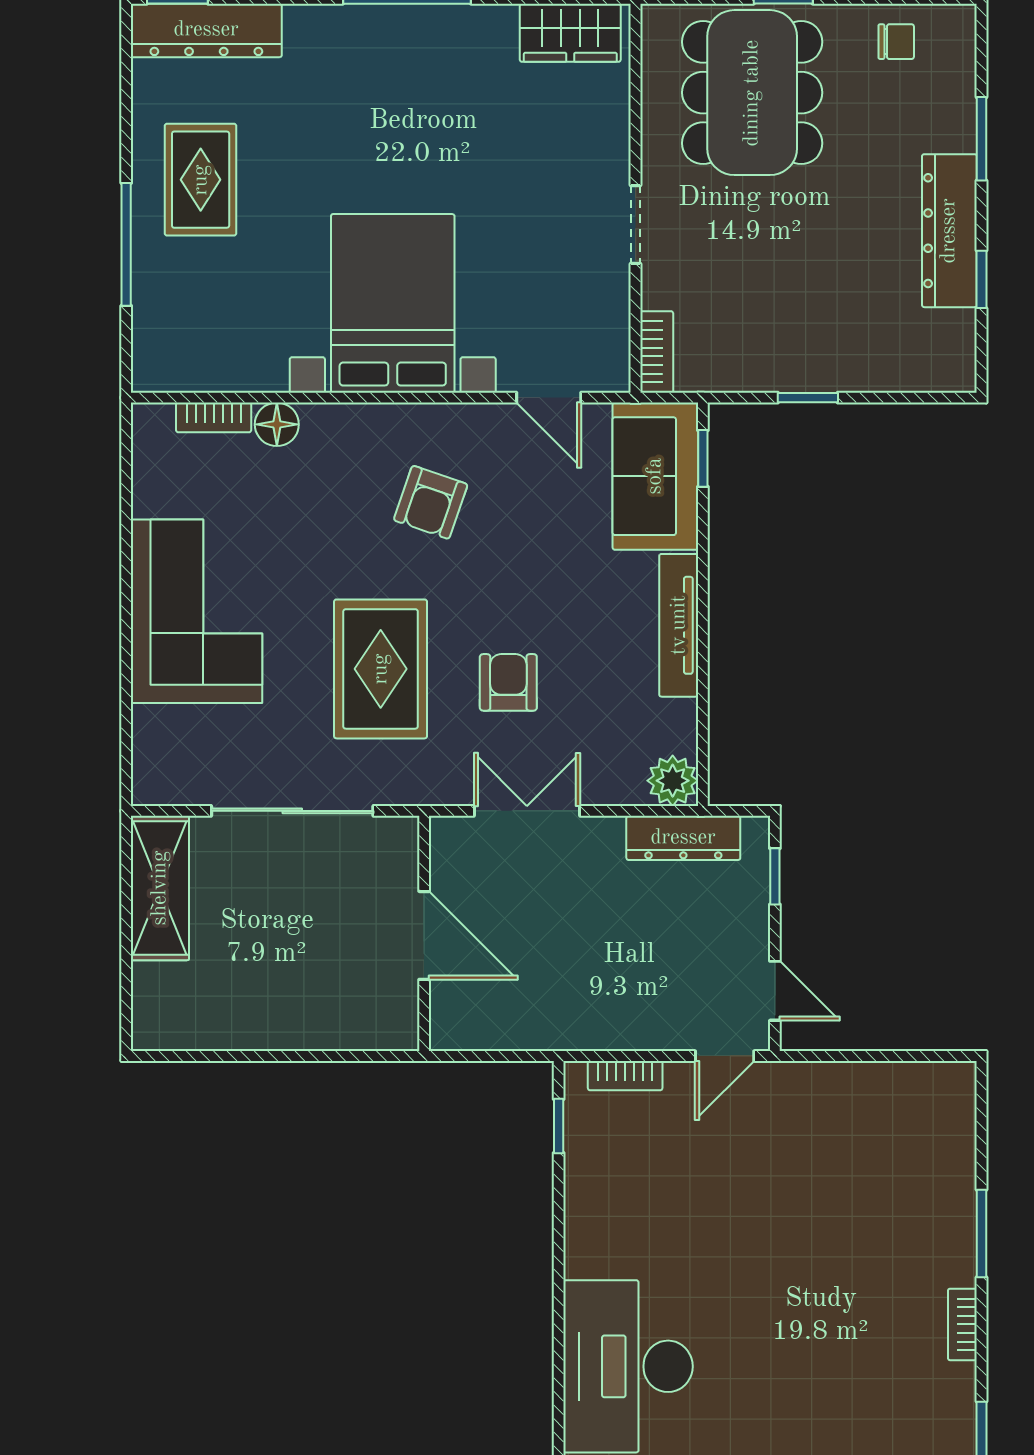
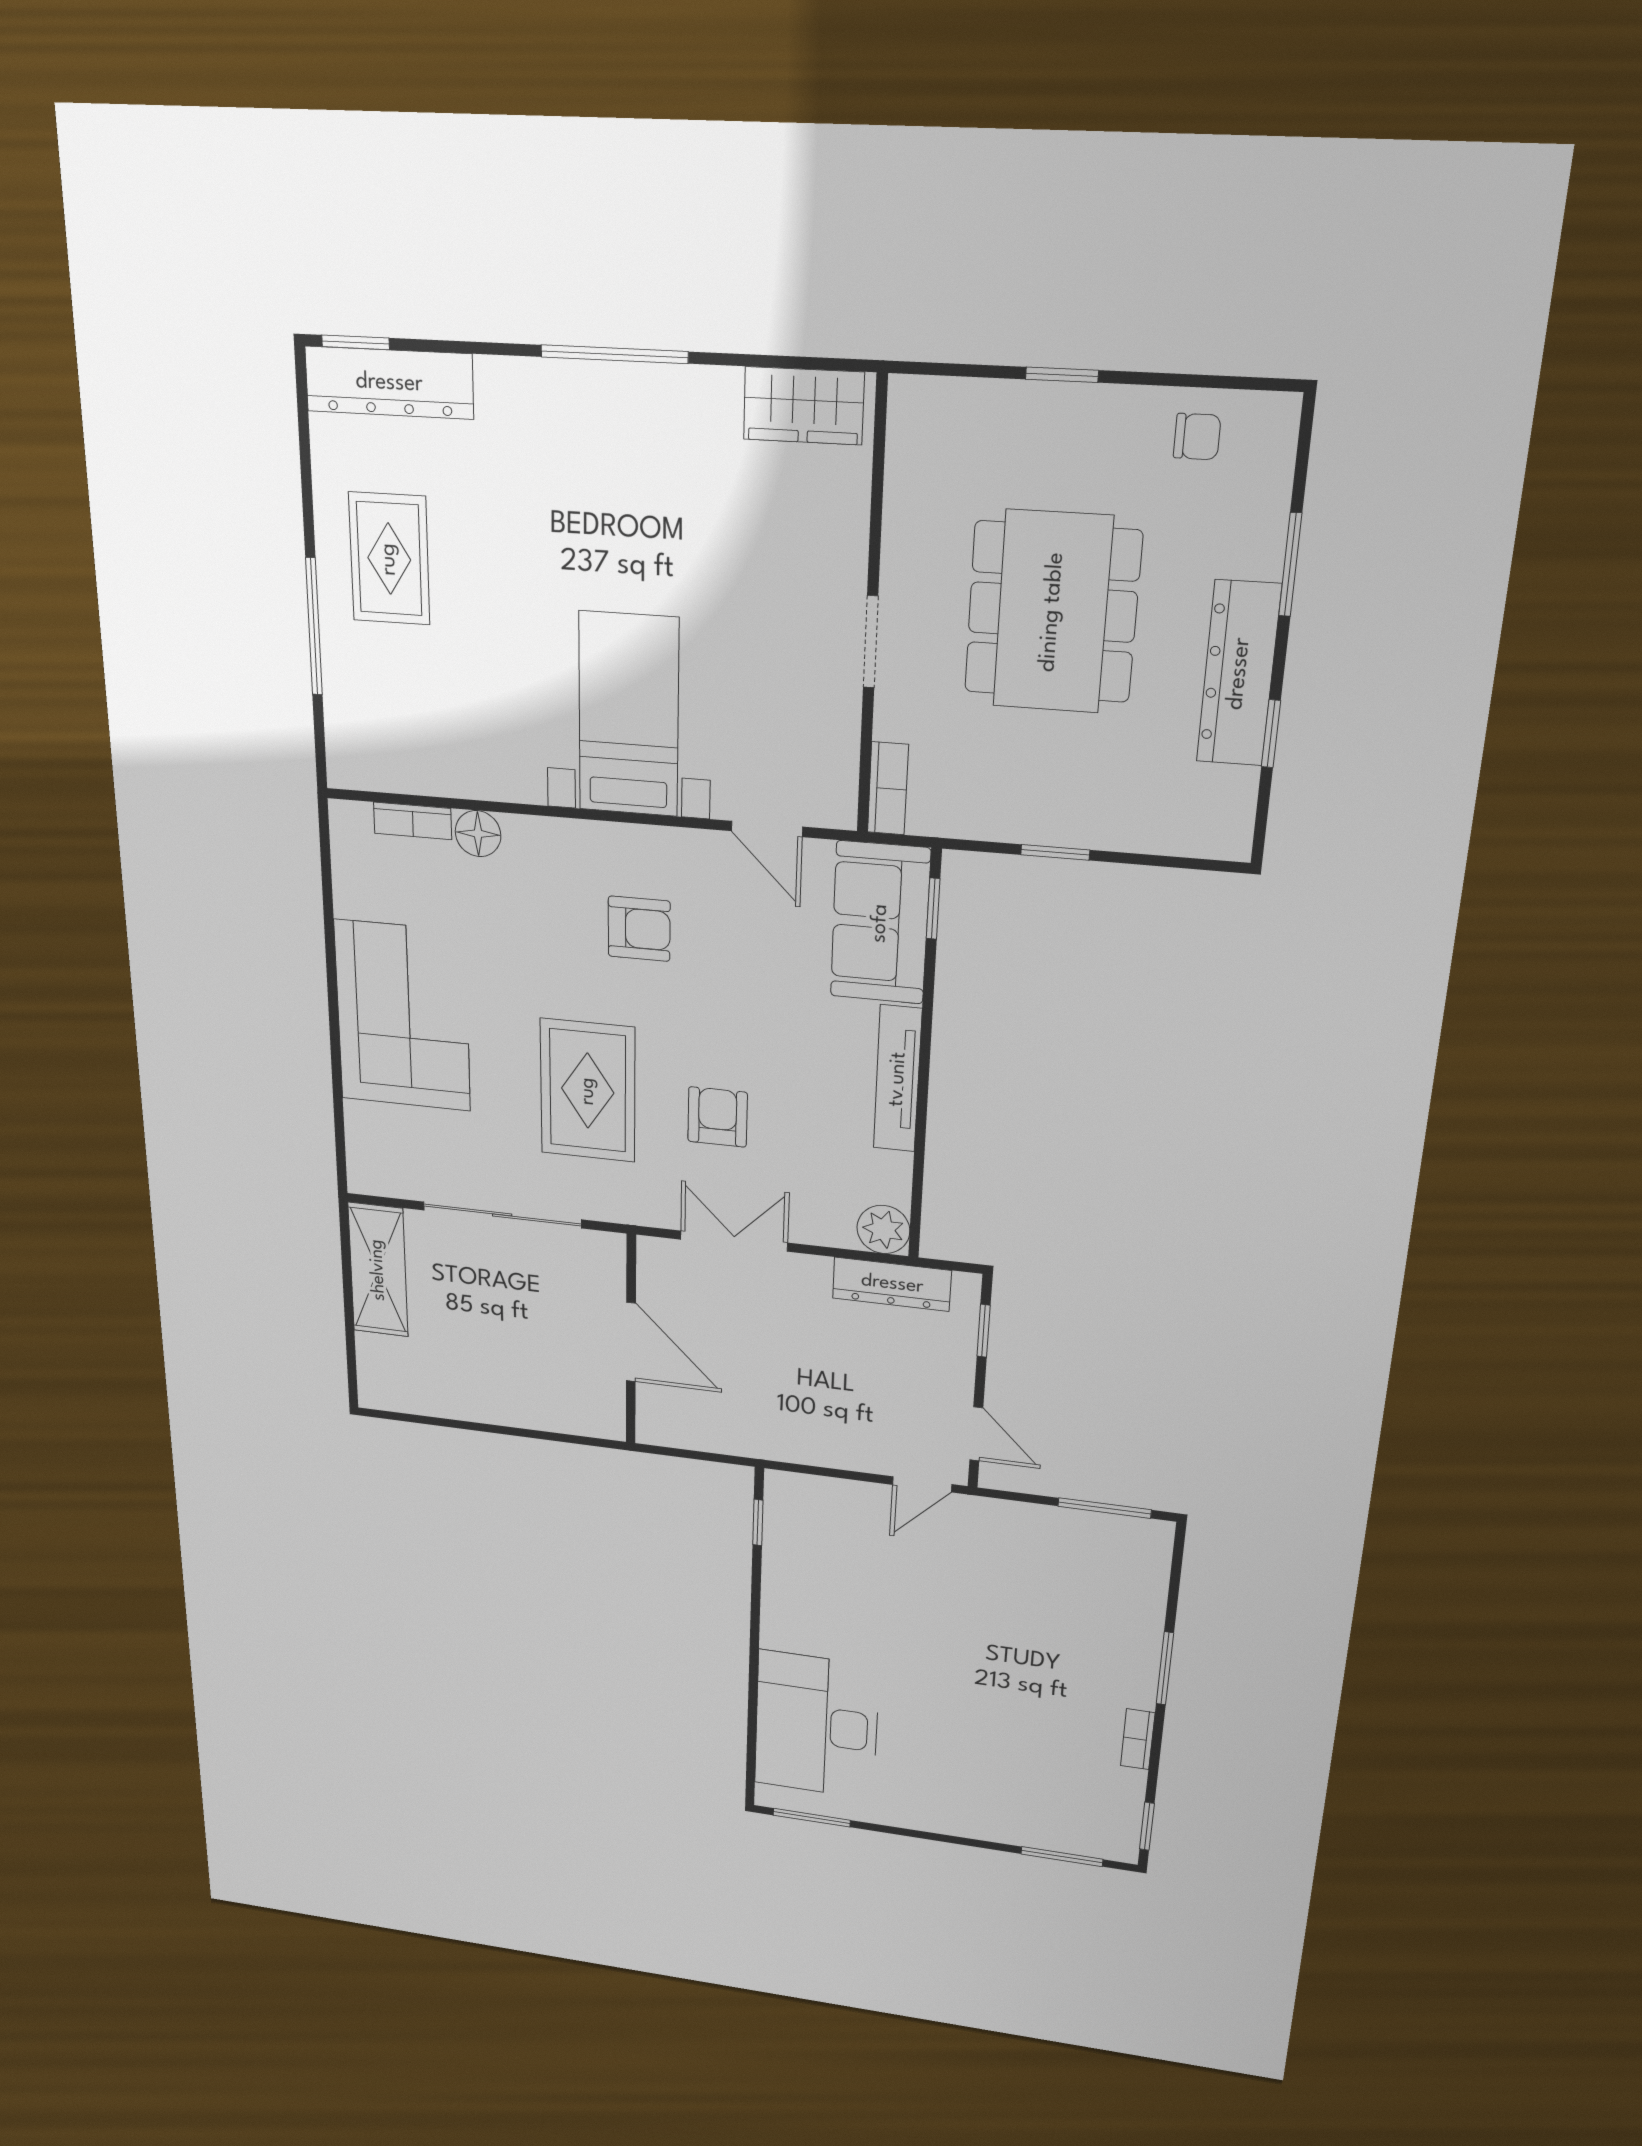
dining table: (752, 93) -> (1052, 612), moved
bed with nightstands: (393, 303) -> (629, 715), width x0.73
armchair: (431, 502) -> (639, 929), turned -109
window: (906, 1056) -> (1105, 1508), added
bookcase: (625, 1076) -> (824, 1489), removed

